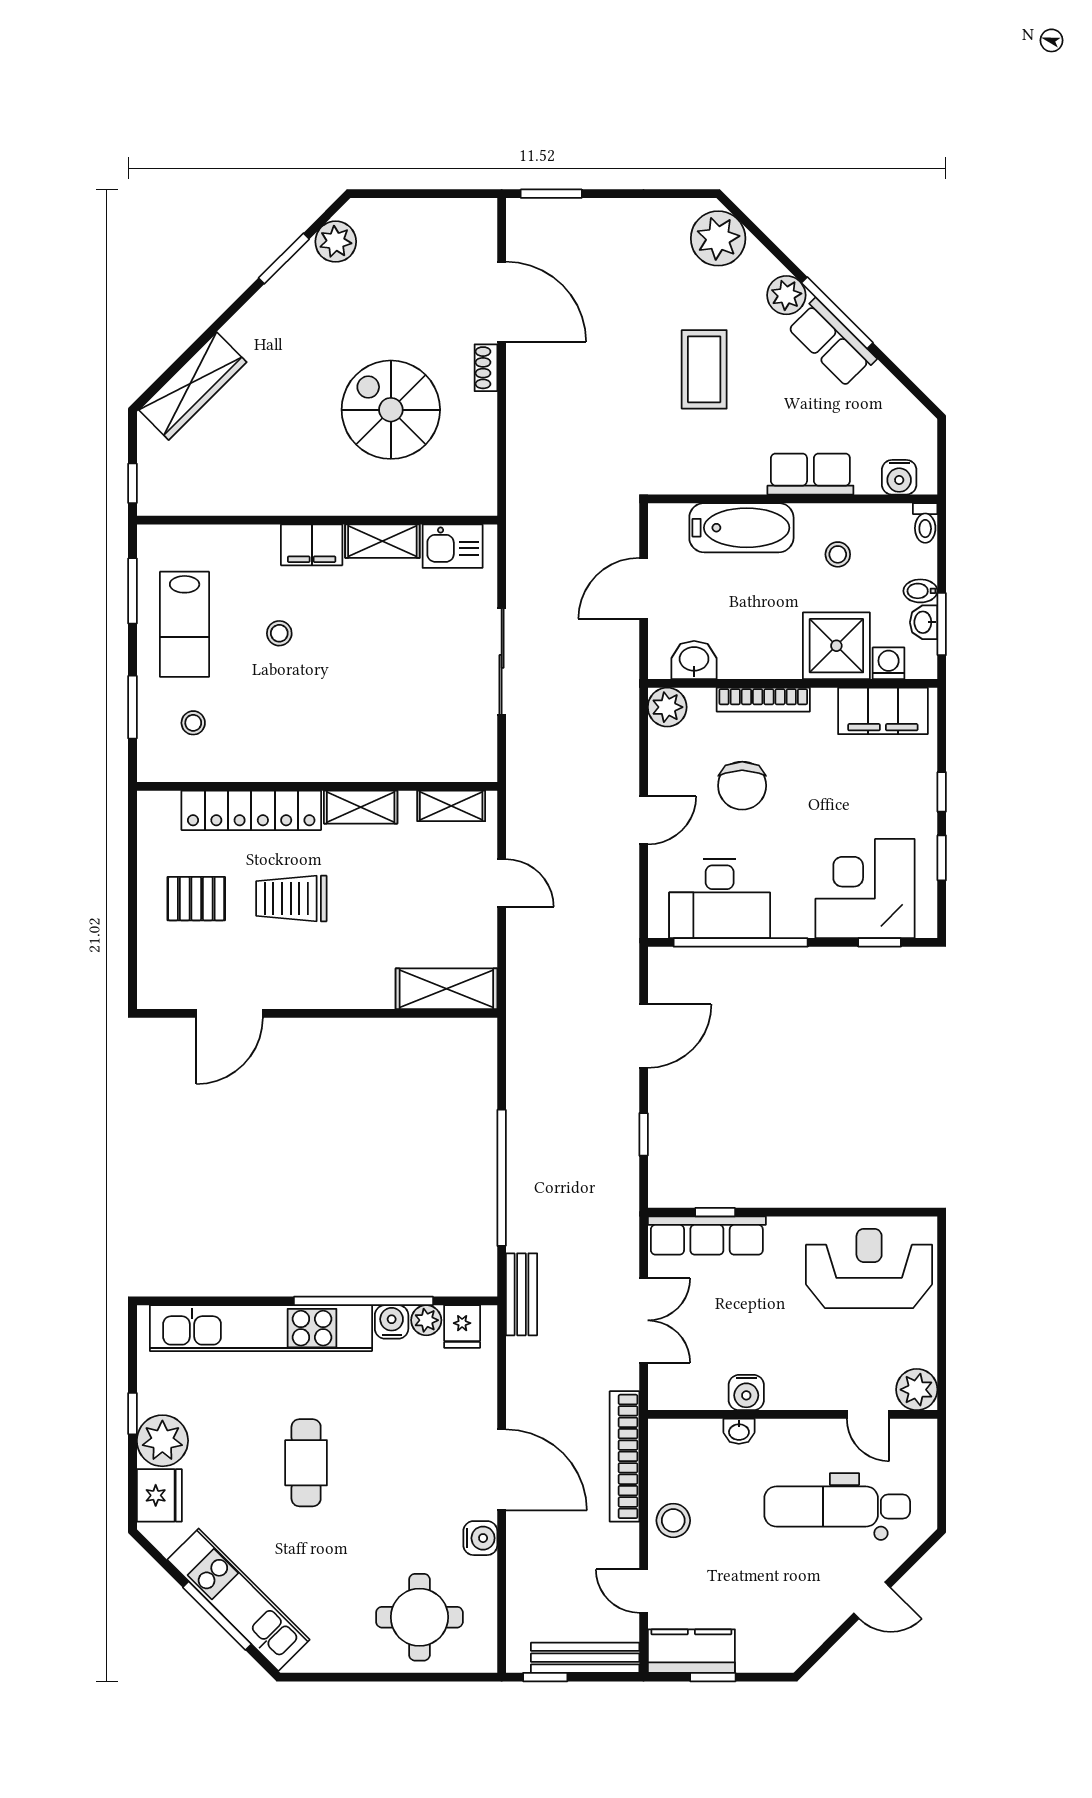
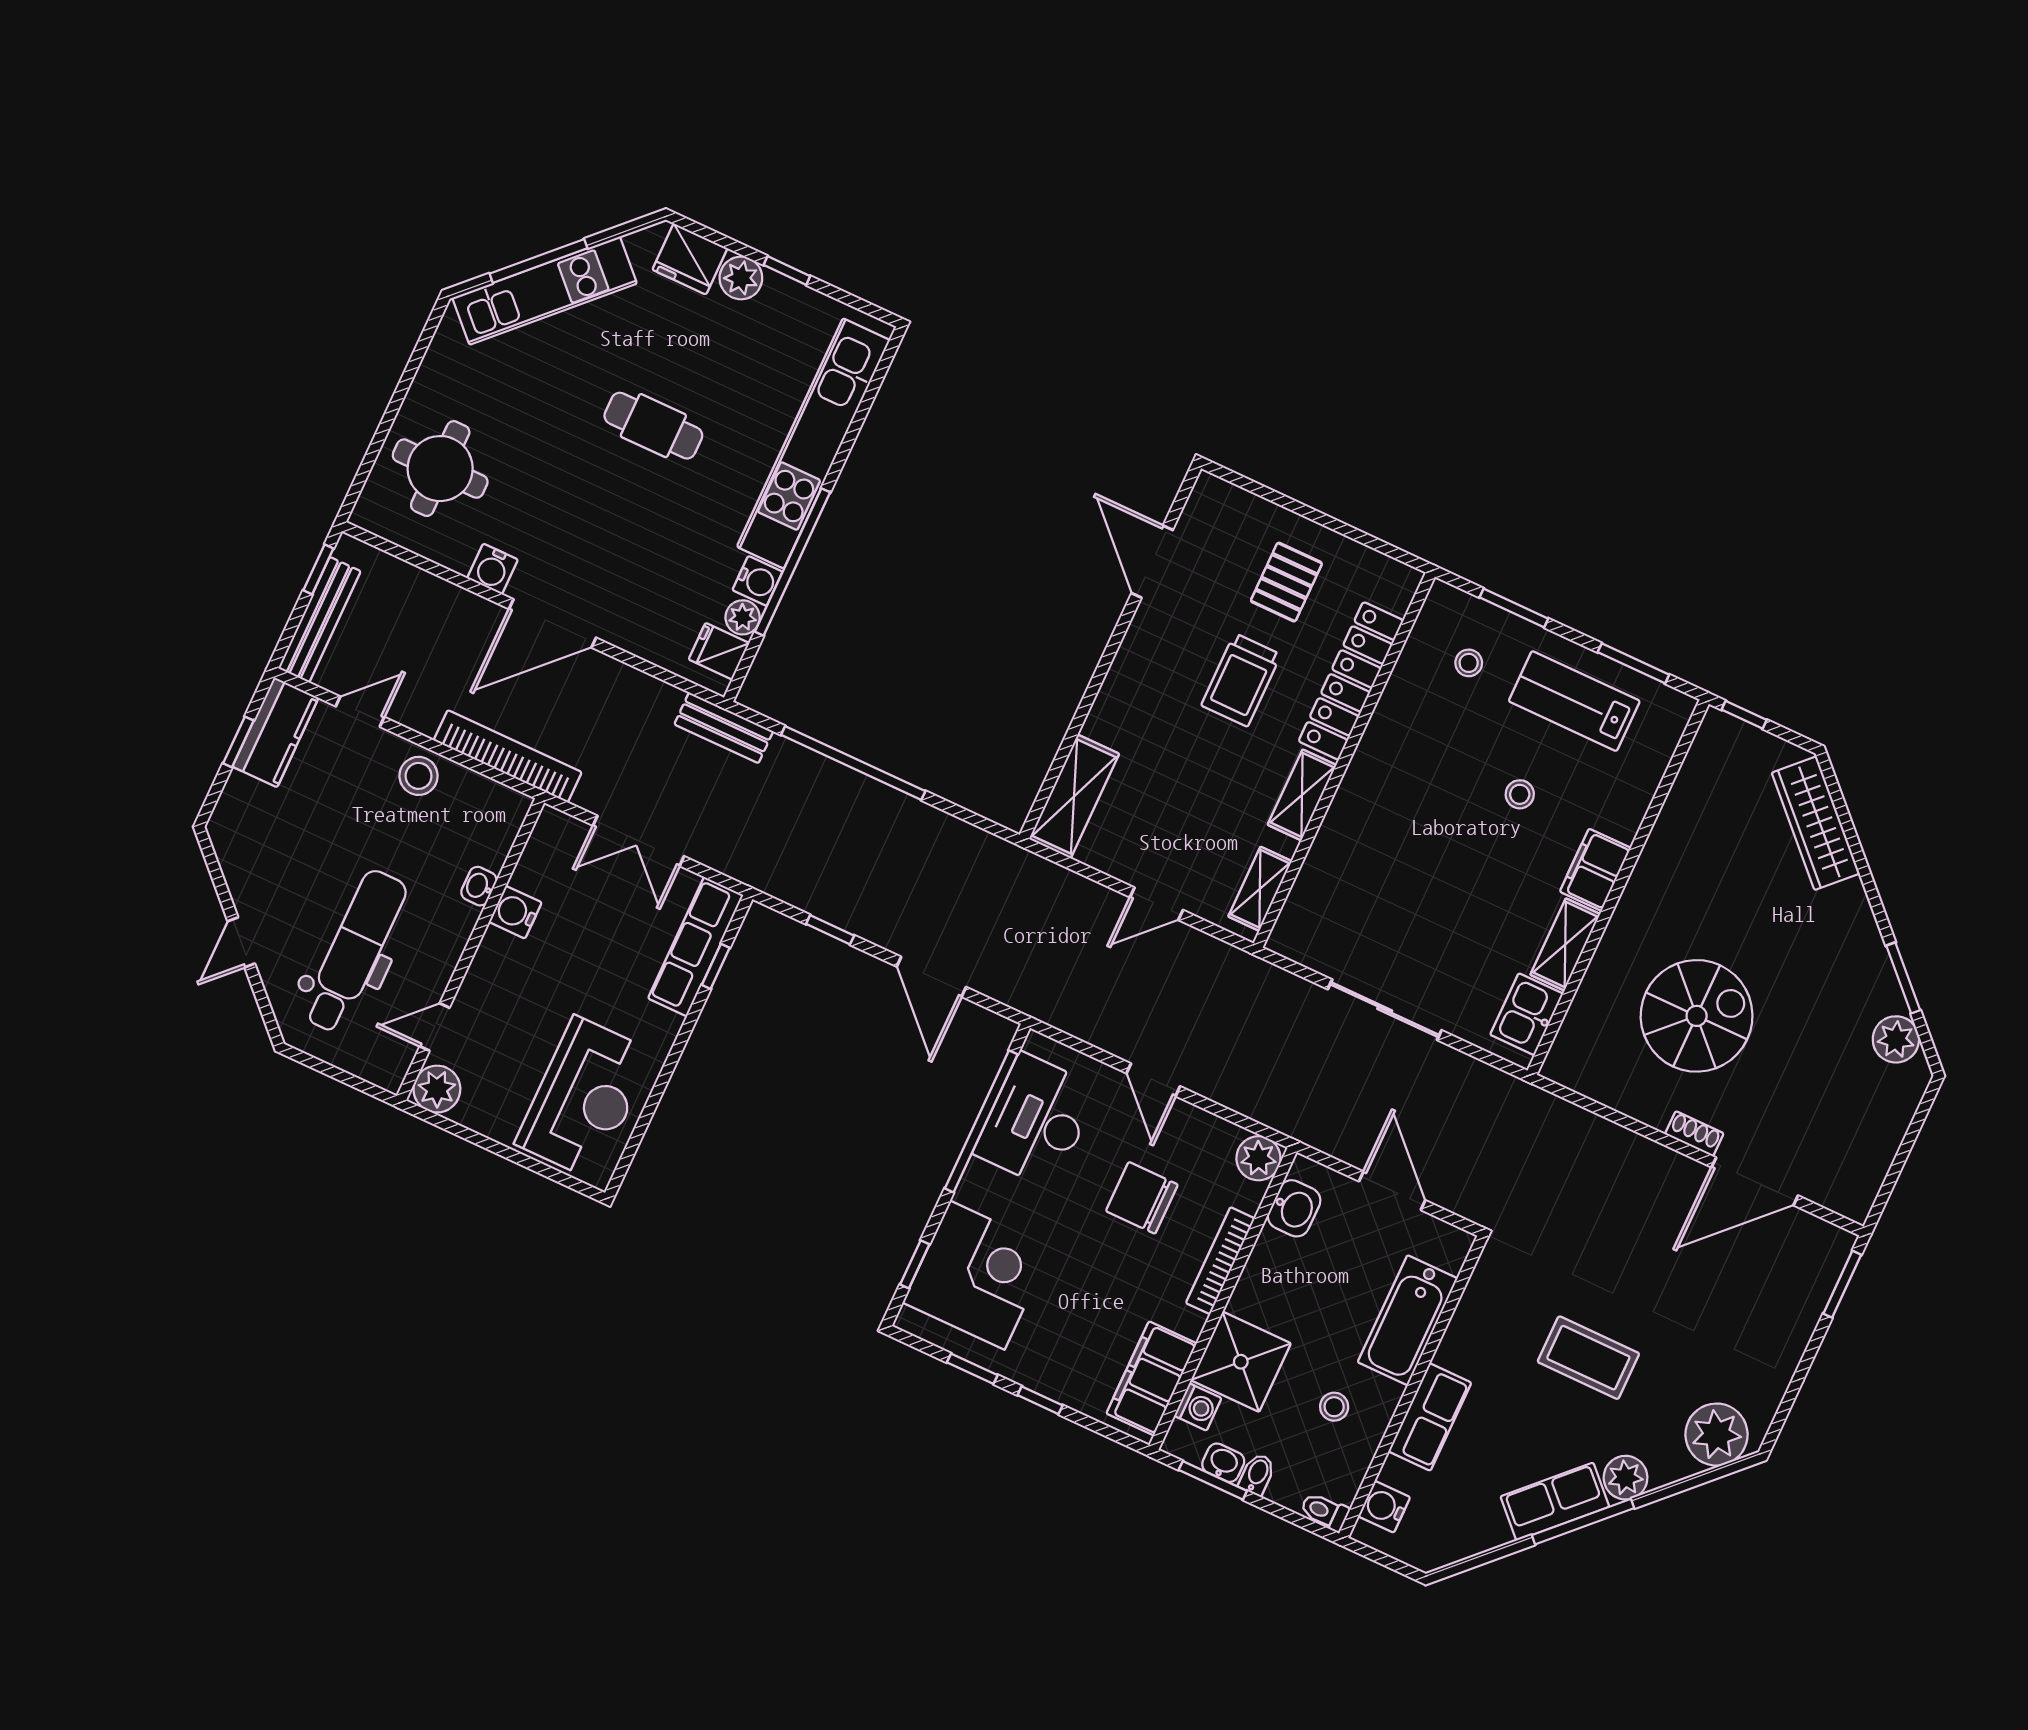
trolley: (291, 899) -> (1241, 680), turned 180
plant: (162, 1441) -> (741, 278), width x0.73, depth x0.73

